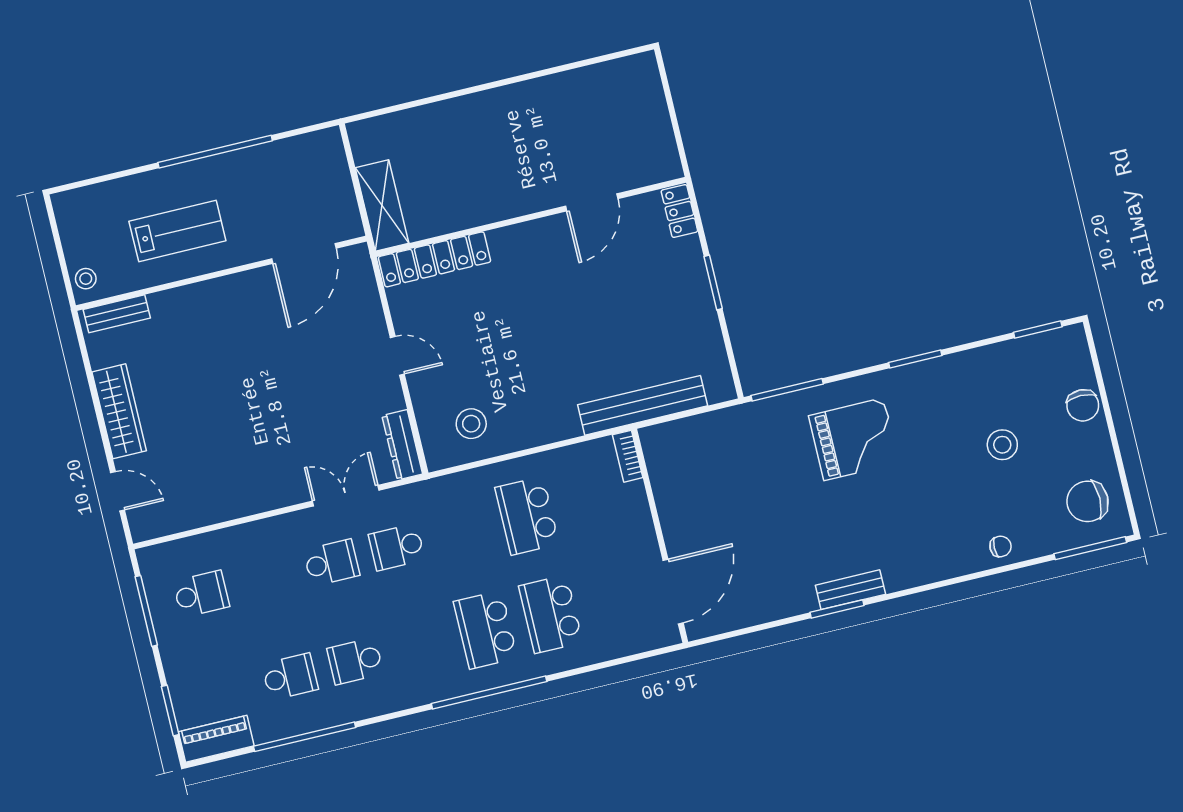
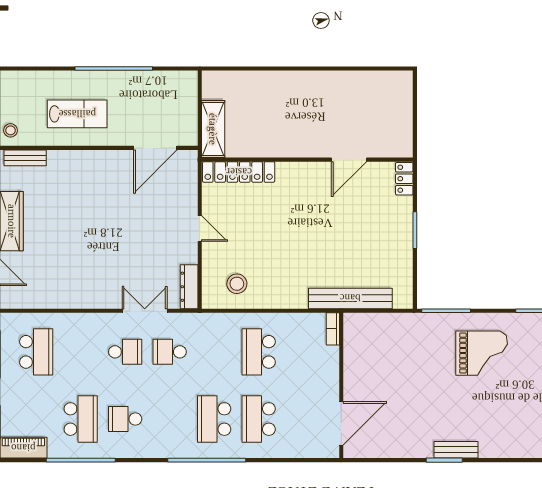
school desk: (201, 594) -> (36, 352), width x1.85
school desk: (290, 677) -> (81, 419), width x1.85

